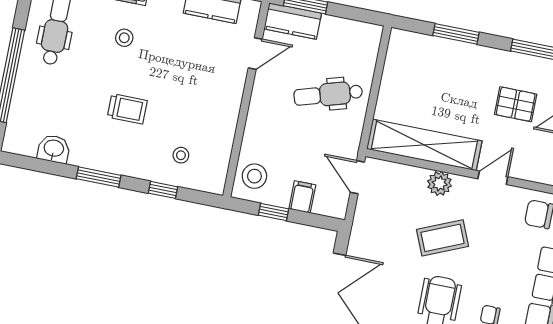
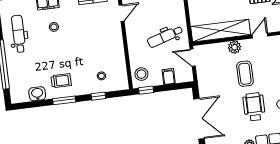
dental chair: (328, 94) -> (165, 37), moved
trolley: (127, 109) -> (61, 81), moved
window: (273, 212) -> (146, 90), moved
coffee table: (442, 238) -> (245, 74), turned -67

